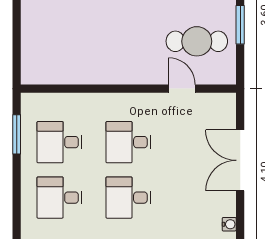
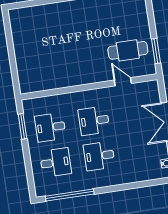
window: (240, 25) -> (156, 51), moved
desk: (59, 198) -> (56, 162), turned 180

